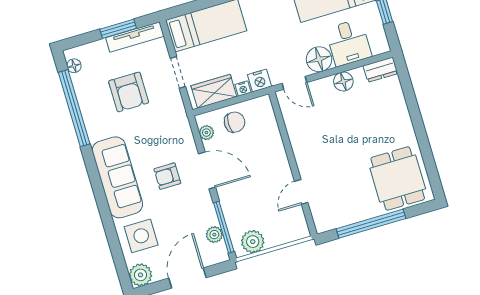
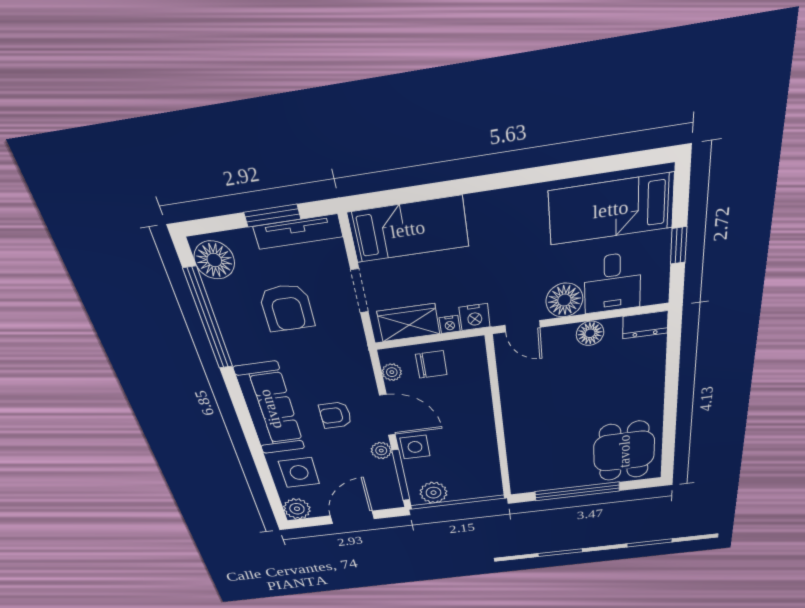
floor lamp: (74, 66) -> (214, 260), width x1.89, depth x1.89
door: (301, 192) -> (502, 451), removed
side table: (232, 197) -> (415, 447), added
plant: (214, 235) -> (381, 451), moved

